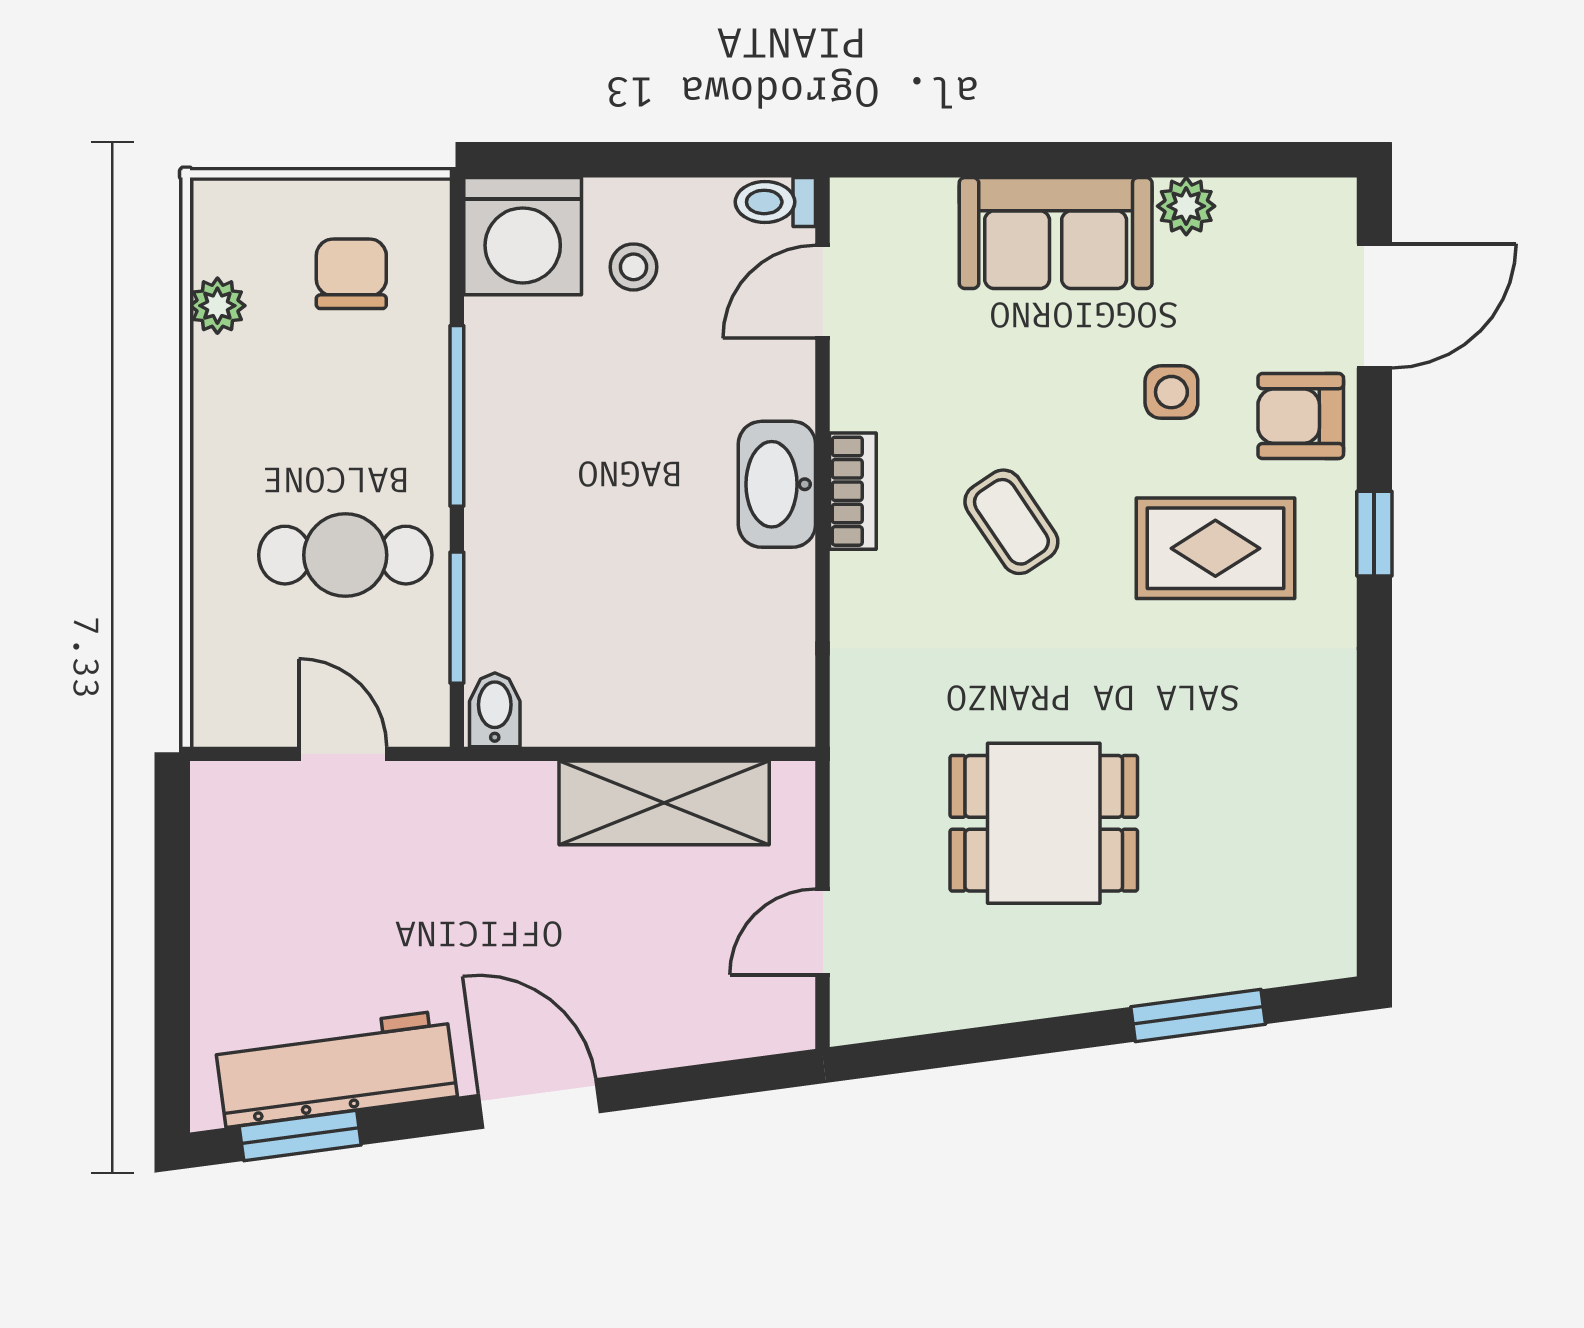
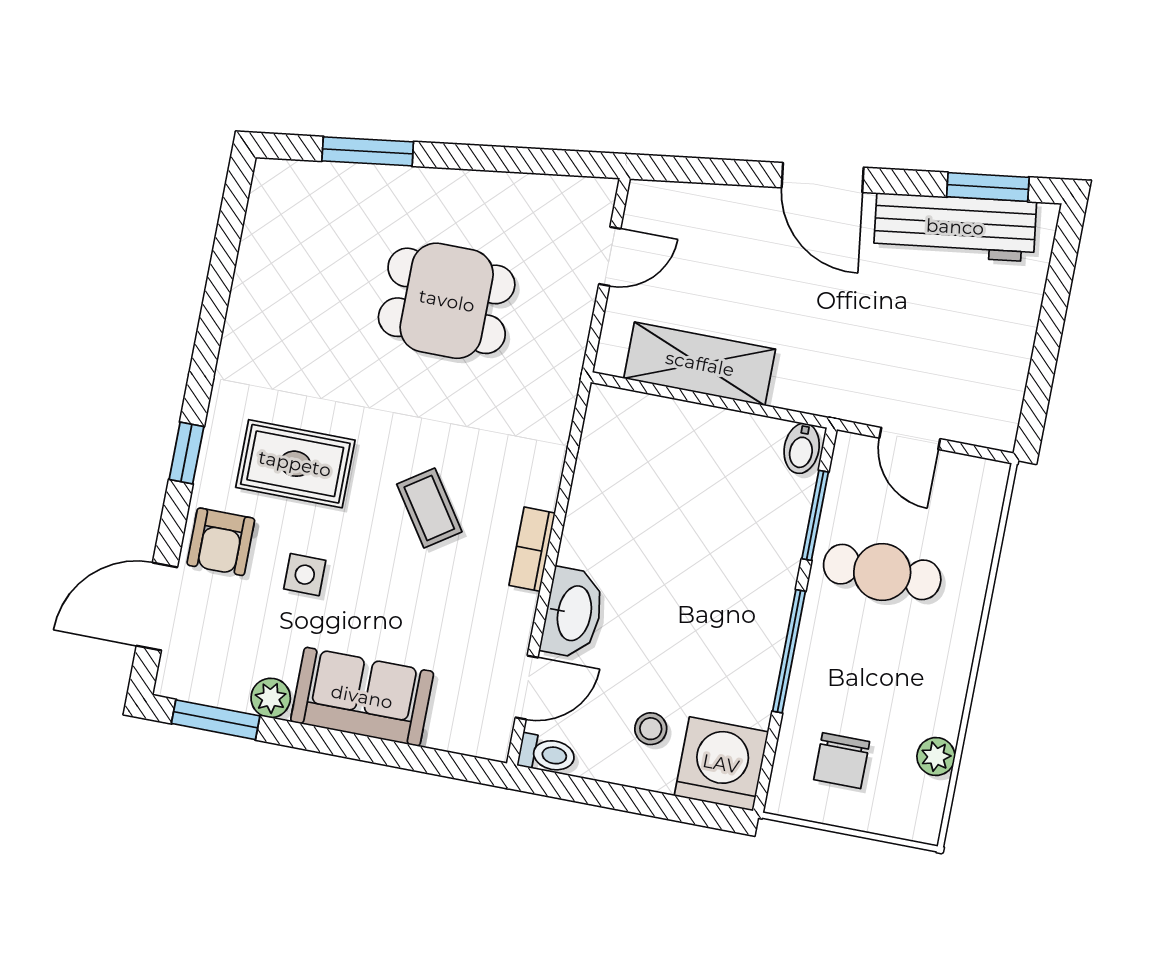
window: (1259, 160) -> (216, 720), added
armchair: (1301, 416) -> (221, 542), turned 90
washbasin: (777, 484) -> (573, 613), moved

